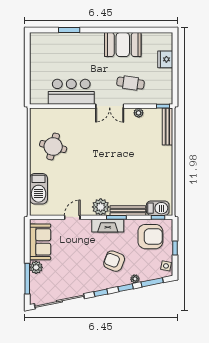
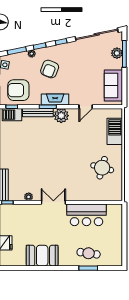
cafe table: (131, 83) -> (89, 253), moved
armchair: (114, 261) -> (50, 69), turned 90
plant: (36, 267) -> (117, 53), moved

